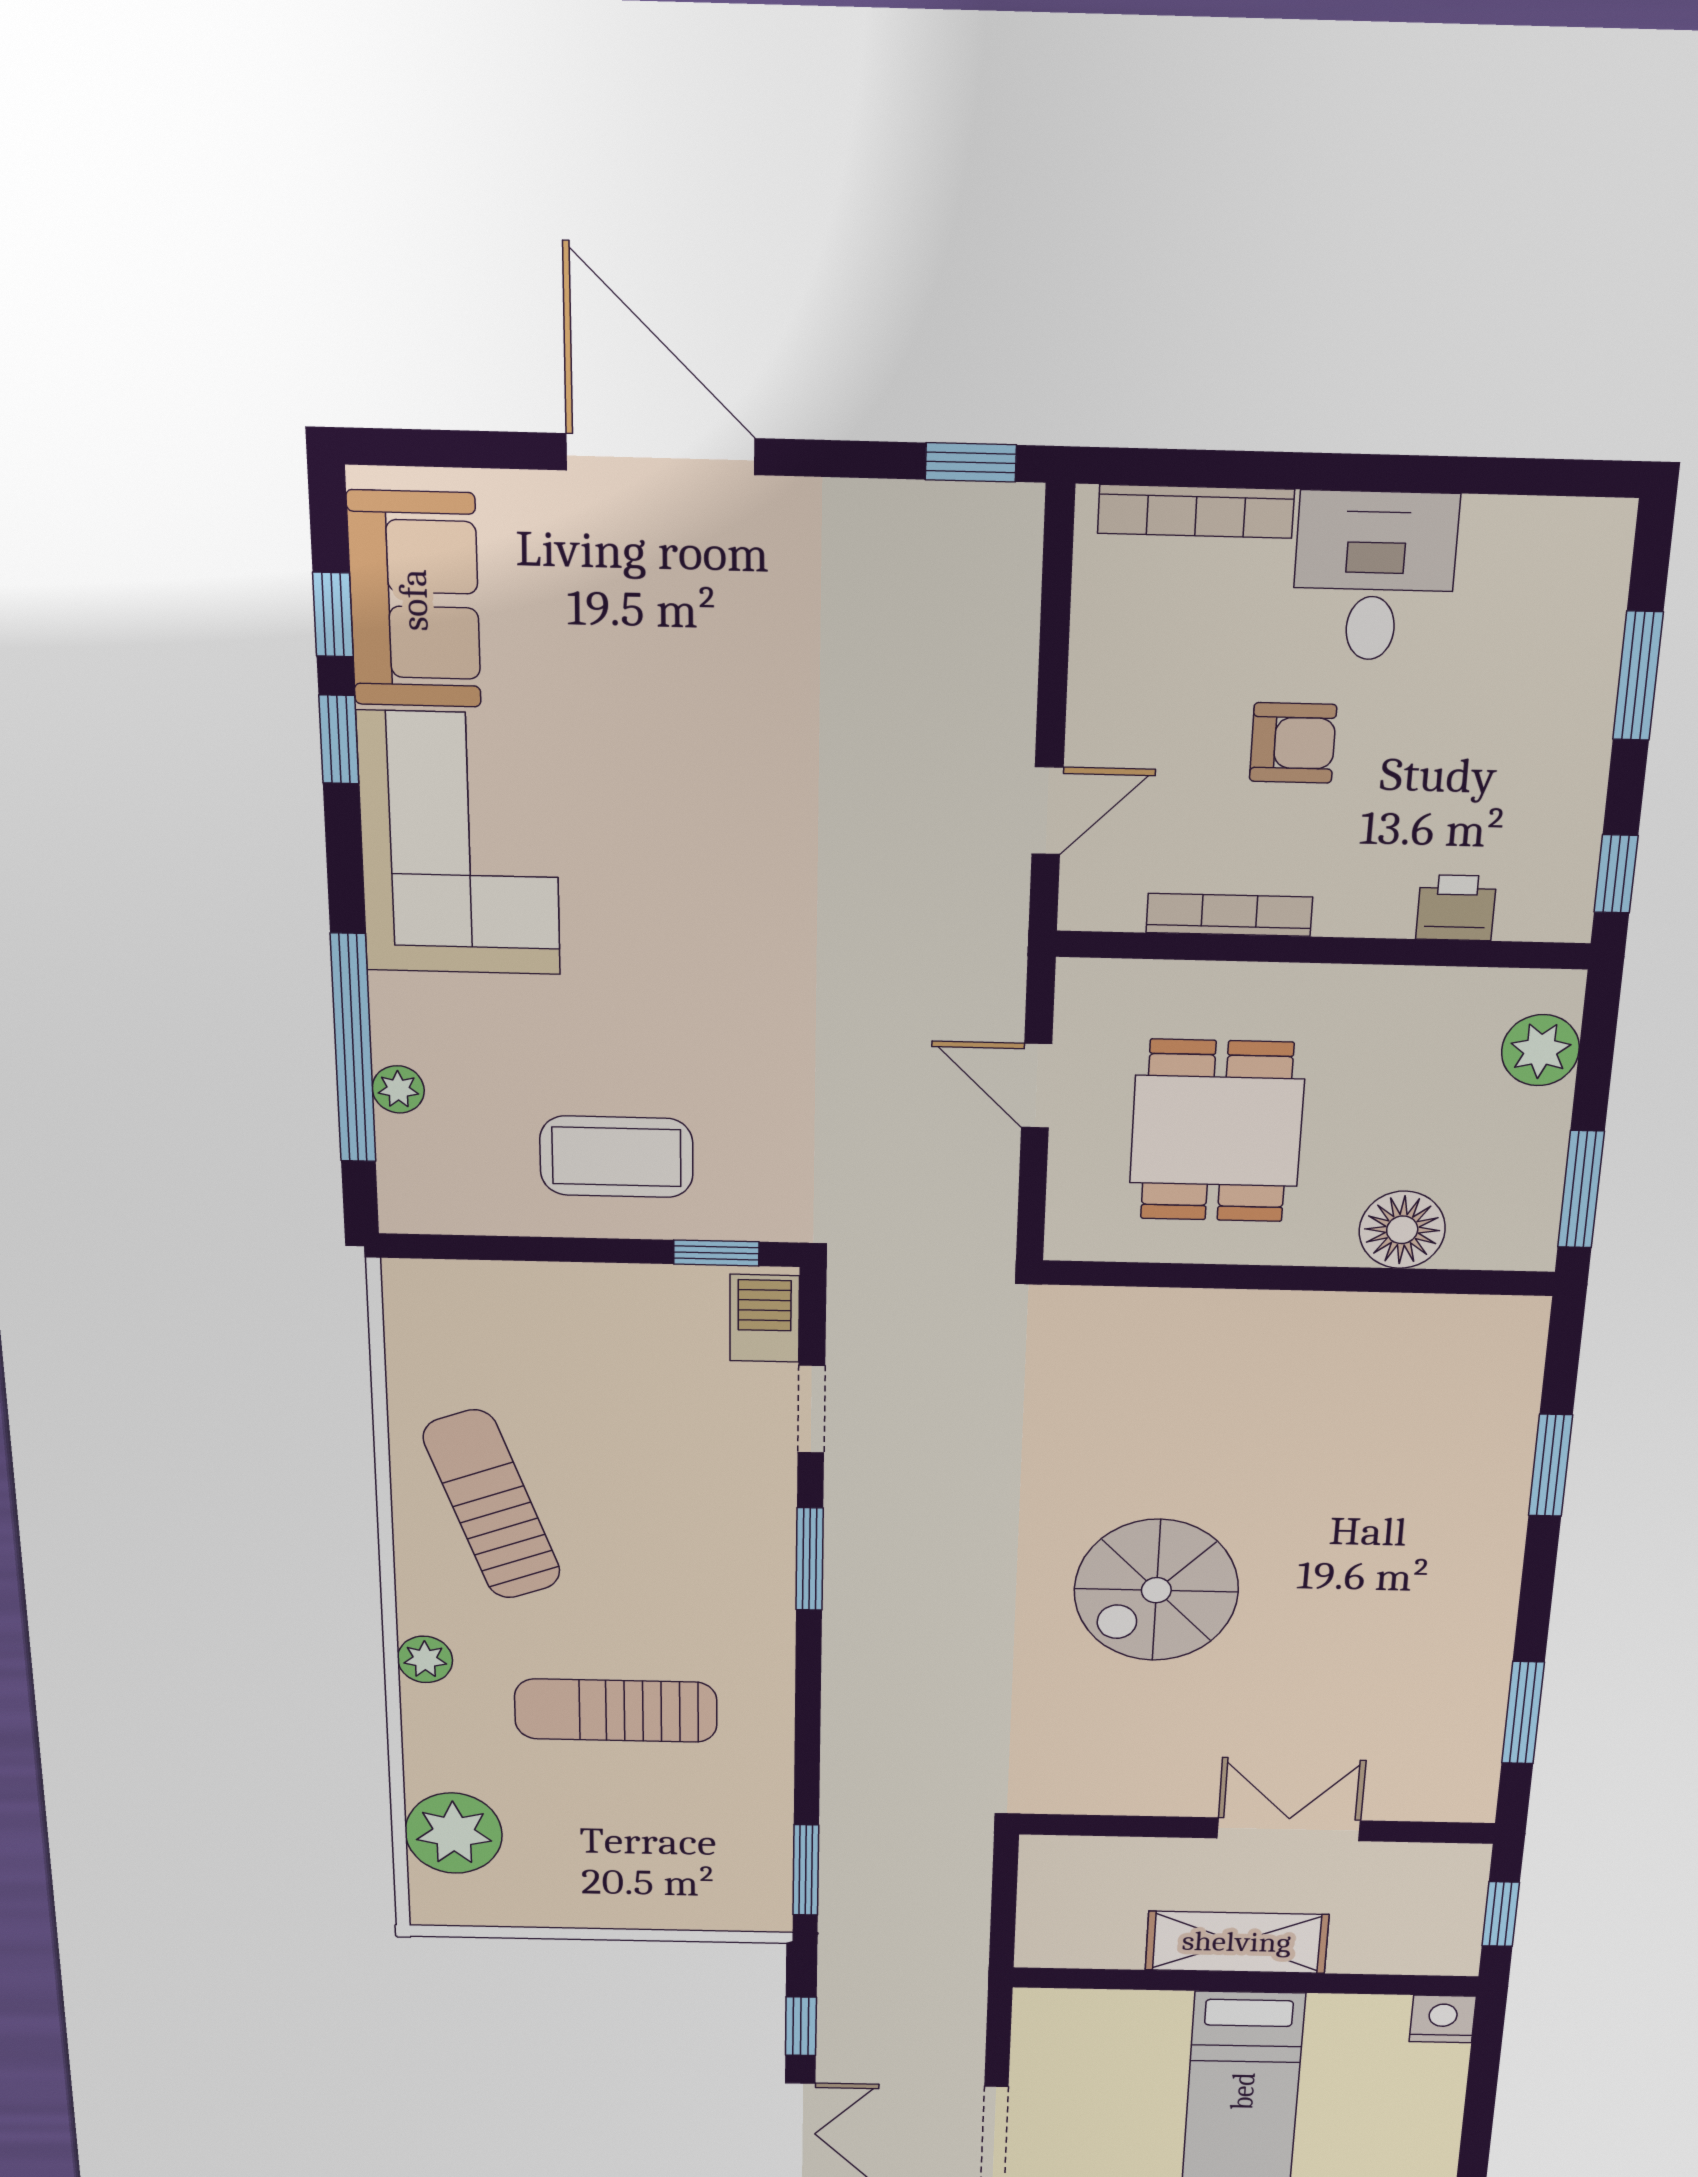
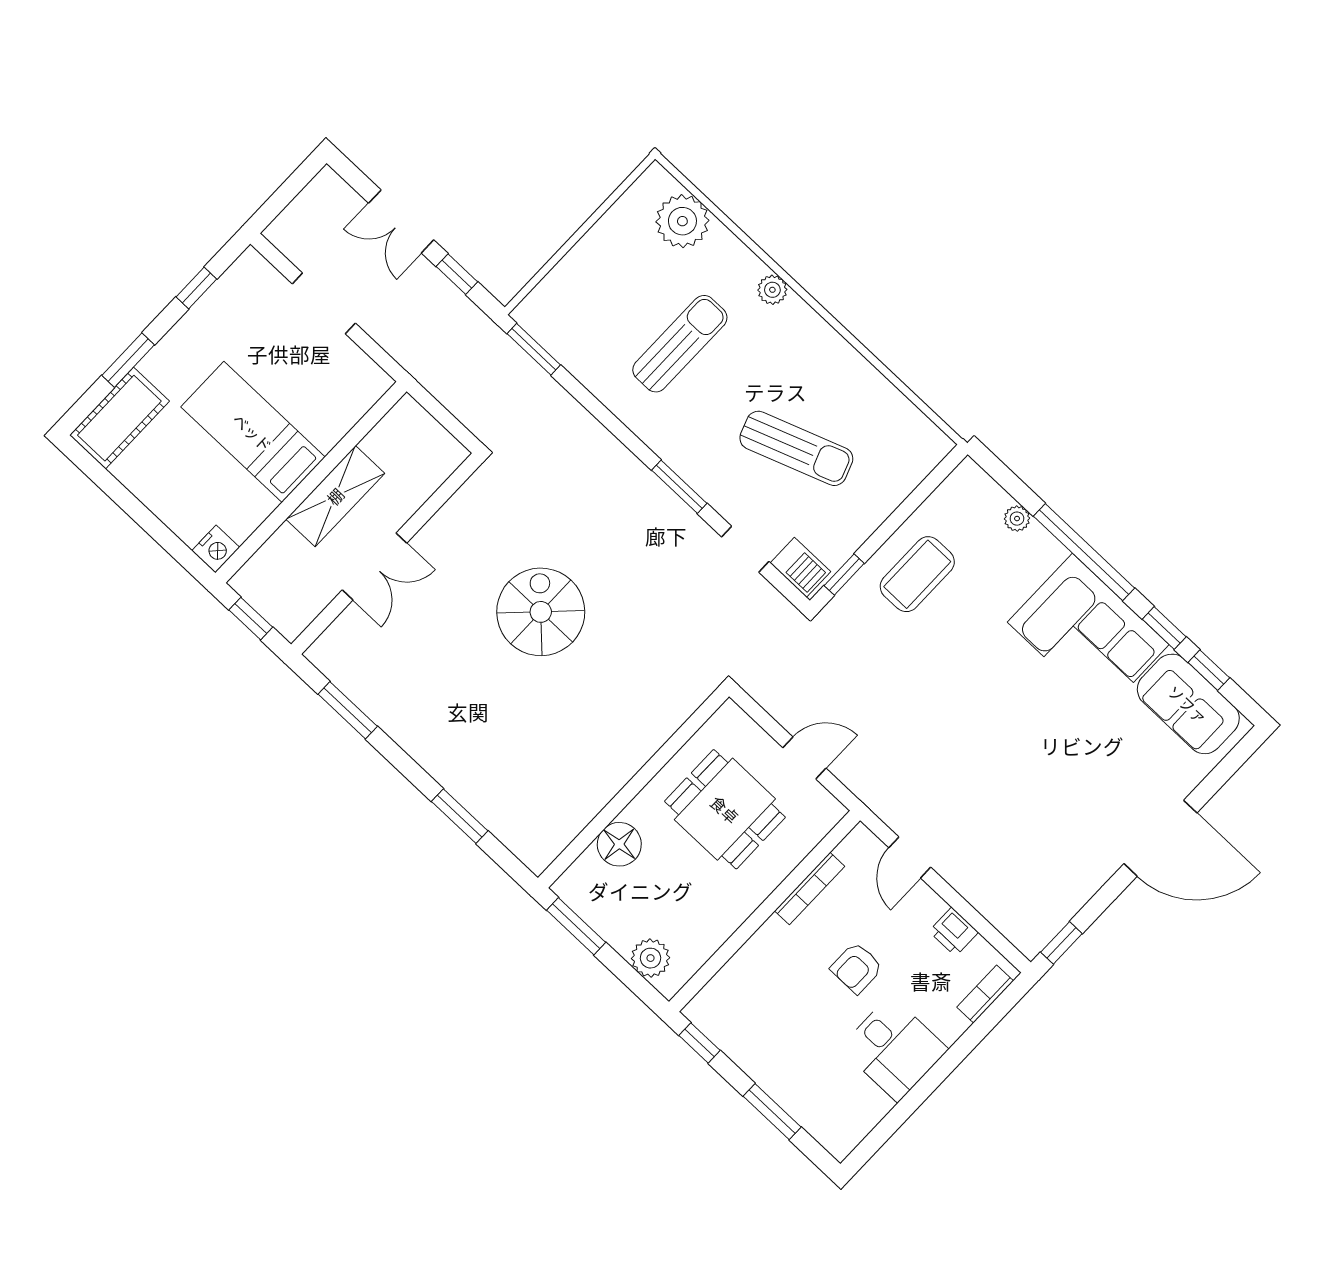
bookcase: (1196, 511) -> (985, 994), width x0.64
printer: (1456, 908) -> (954, 932), moved, turned 90
window: (353, 1049) -> (1084, 552), moved
sun lounger: (492, 1505) -> (796, 448), moved

